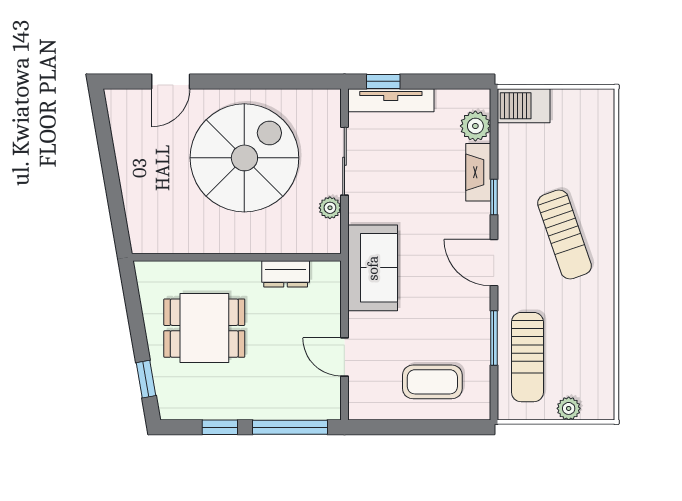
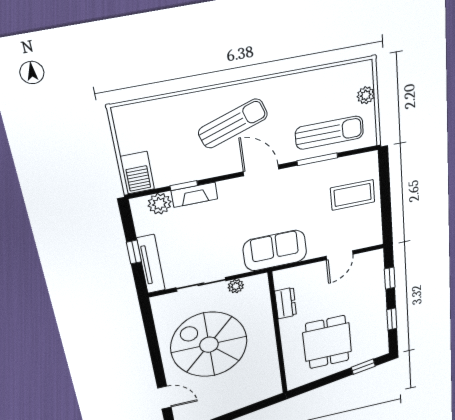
window: (383, 81) -> (134, 252), moved
window: (494, 197) -> (184, 186), moved
door: (494, 263) -> (261, 170), swing flipped
coffee table: (432, 382) -> (353, 195), turned 90
window: (290, 427) -> (390, 278), width x0.46

